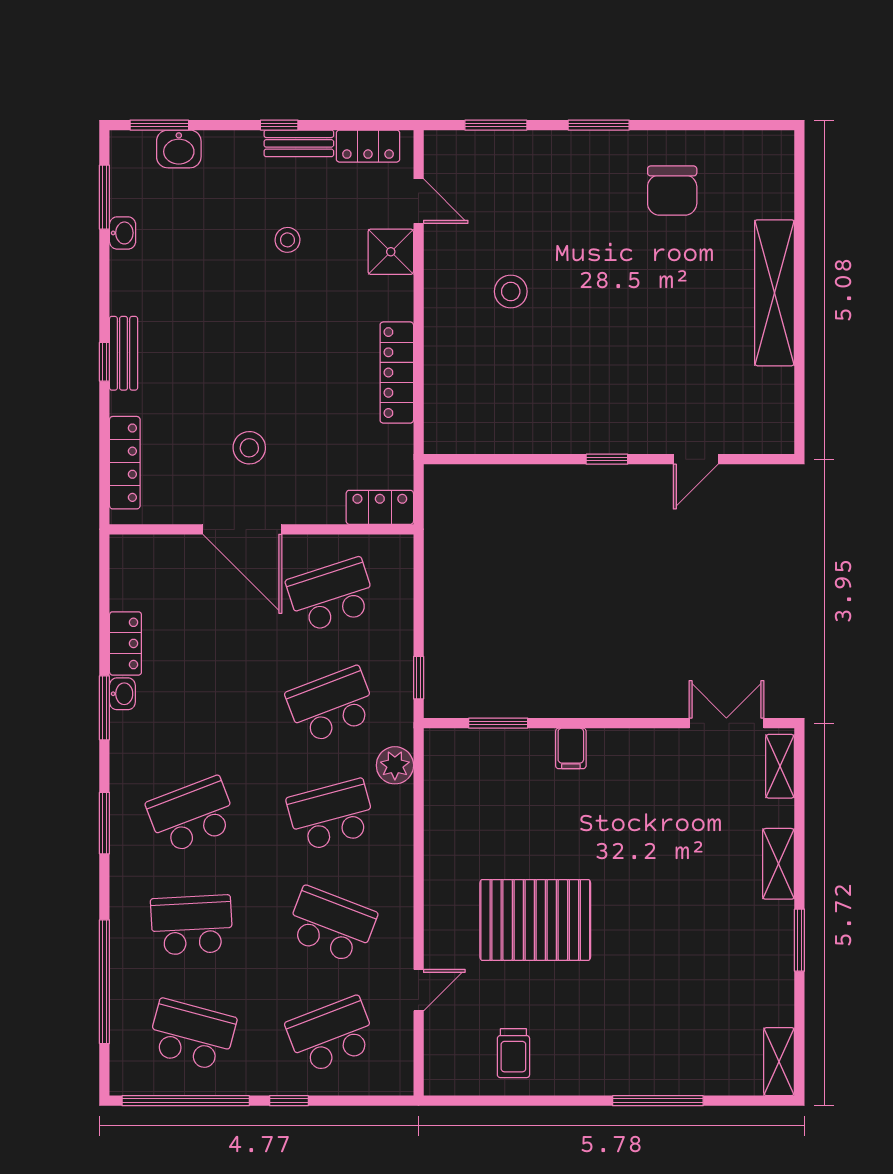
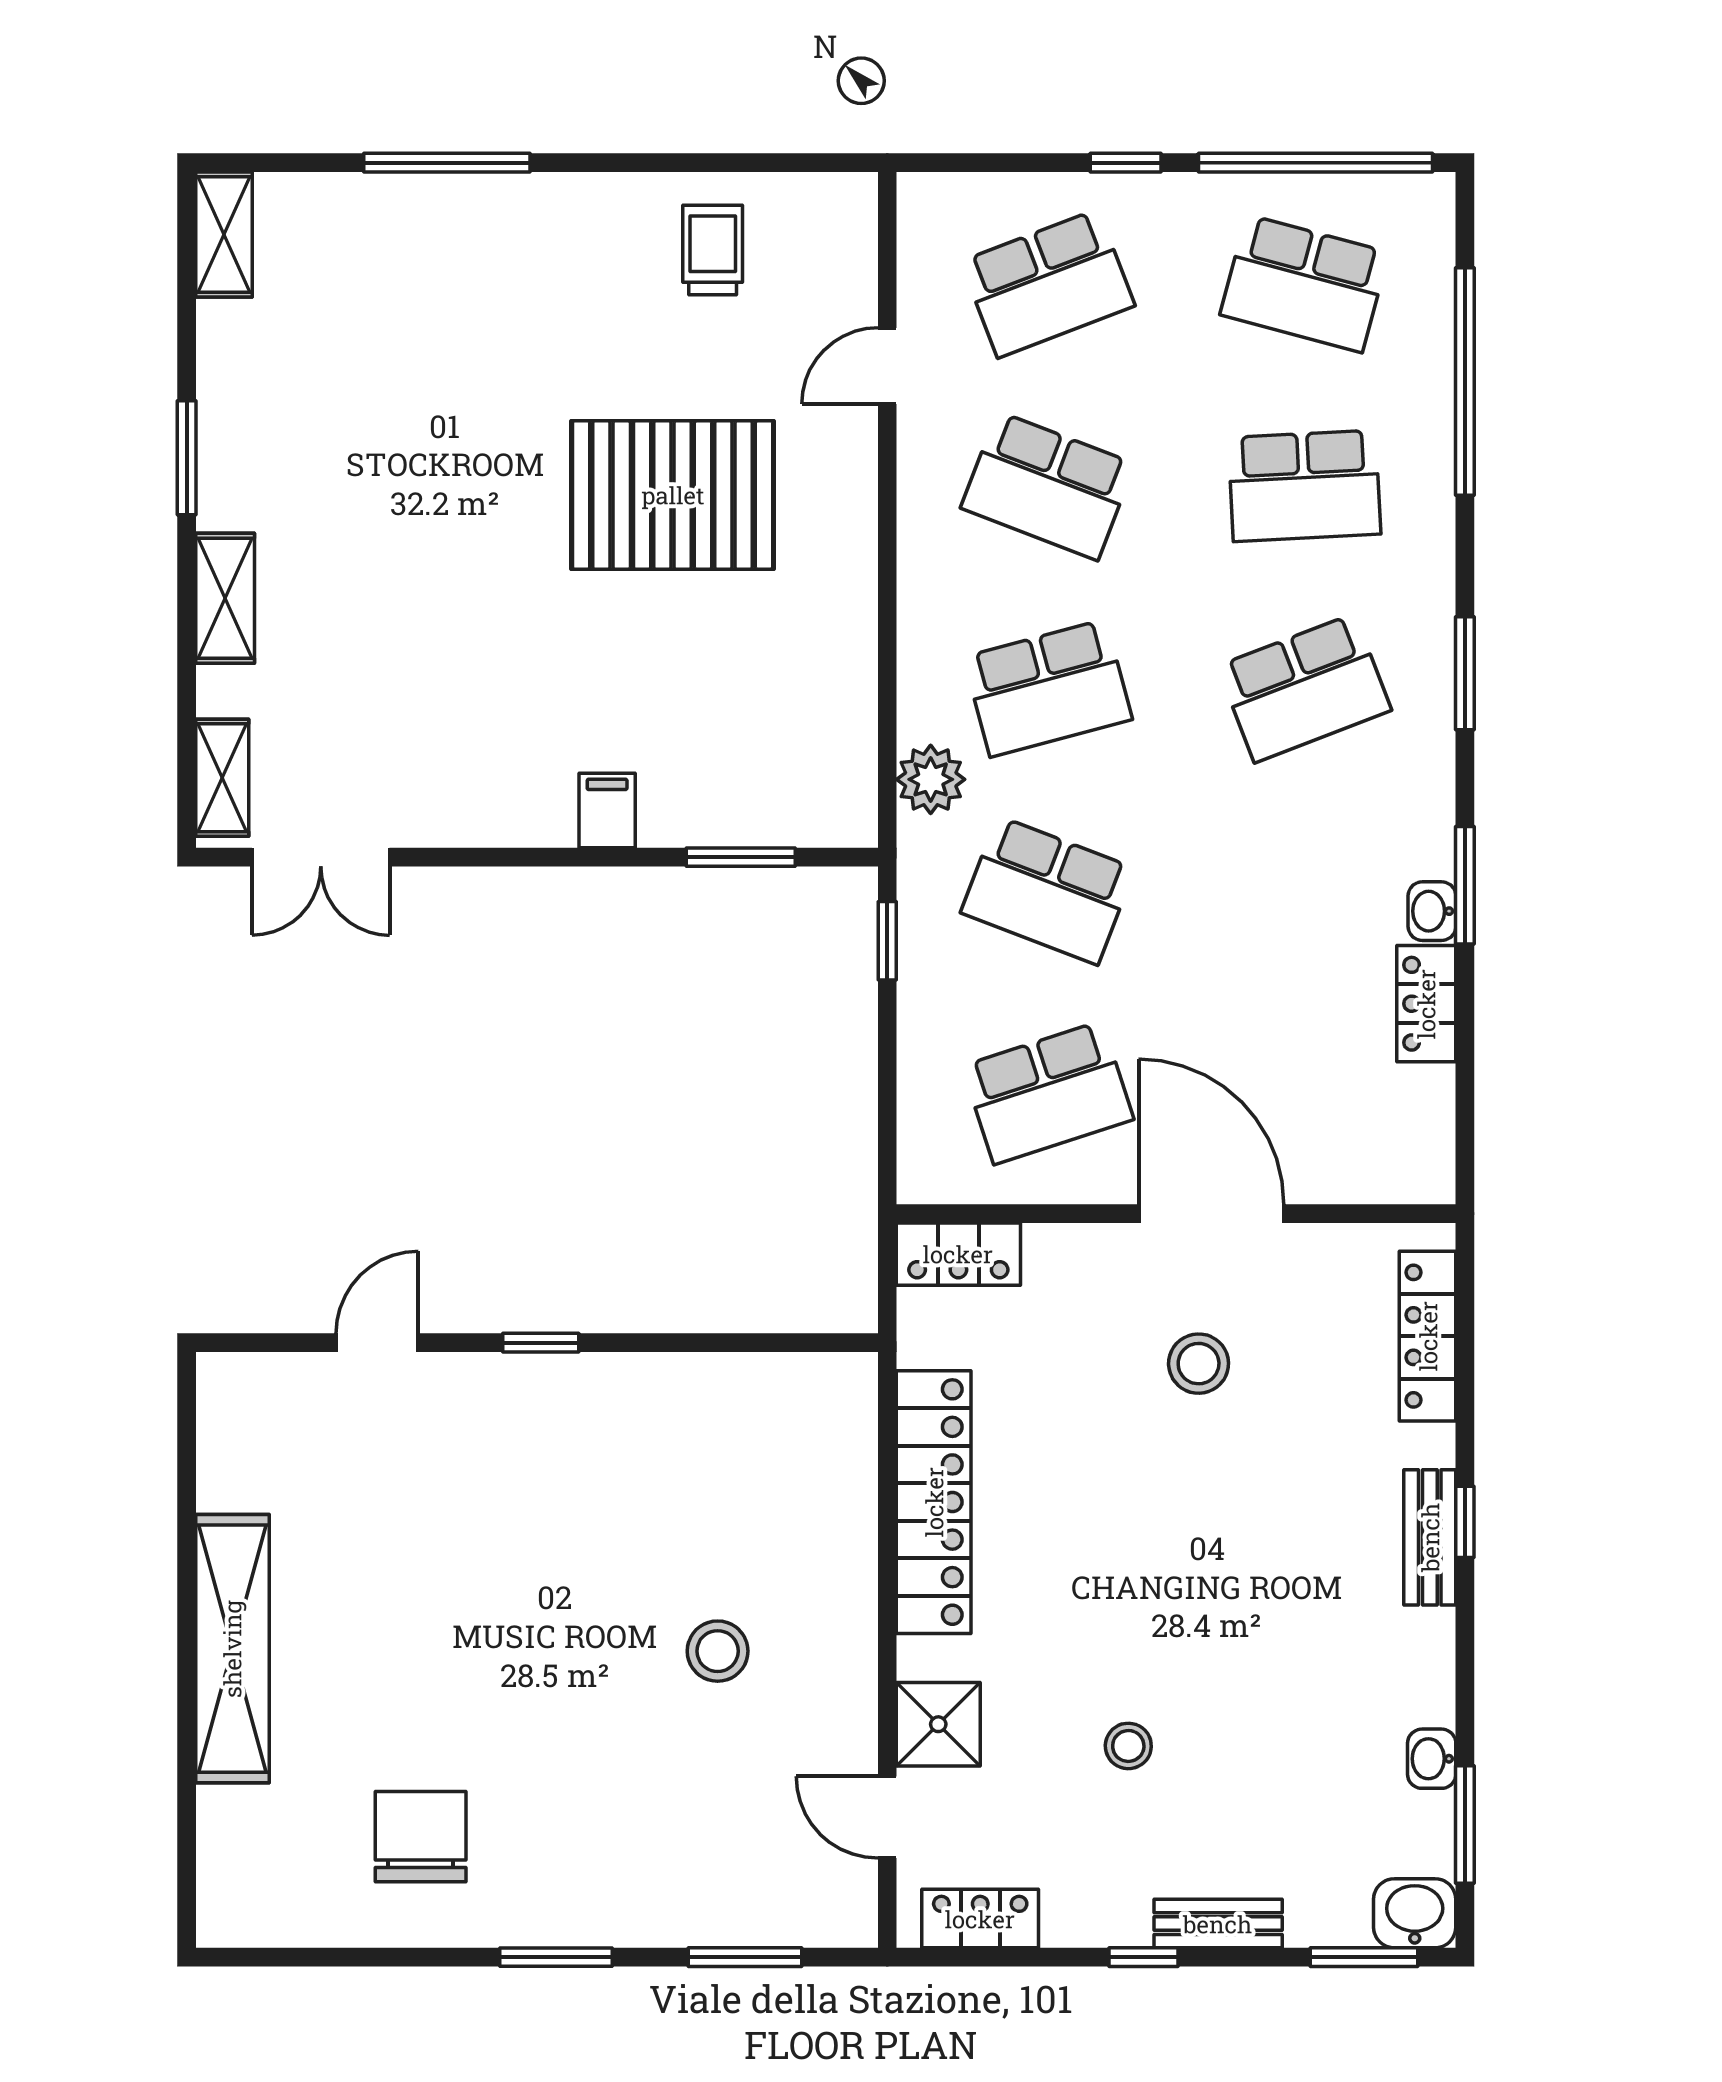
bench: (299, 143) -> (1218, 1924), moved
washbasin: (179, 149) -> (1415, 1913), moved
locker: (397, 373) -> (934, 1502), width x1.41, depth x1.21
school desk: (331, 705) -> (1048, 890), turned 42

